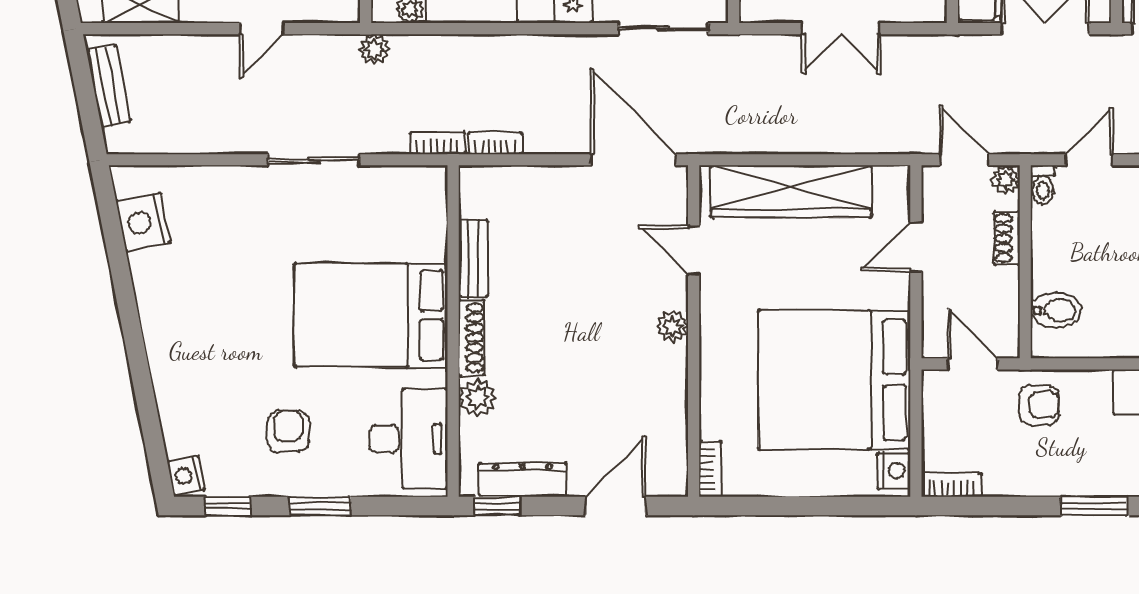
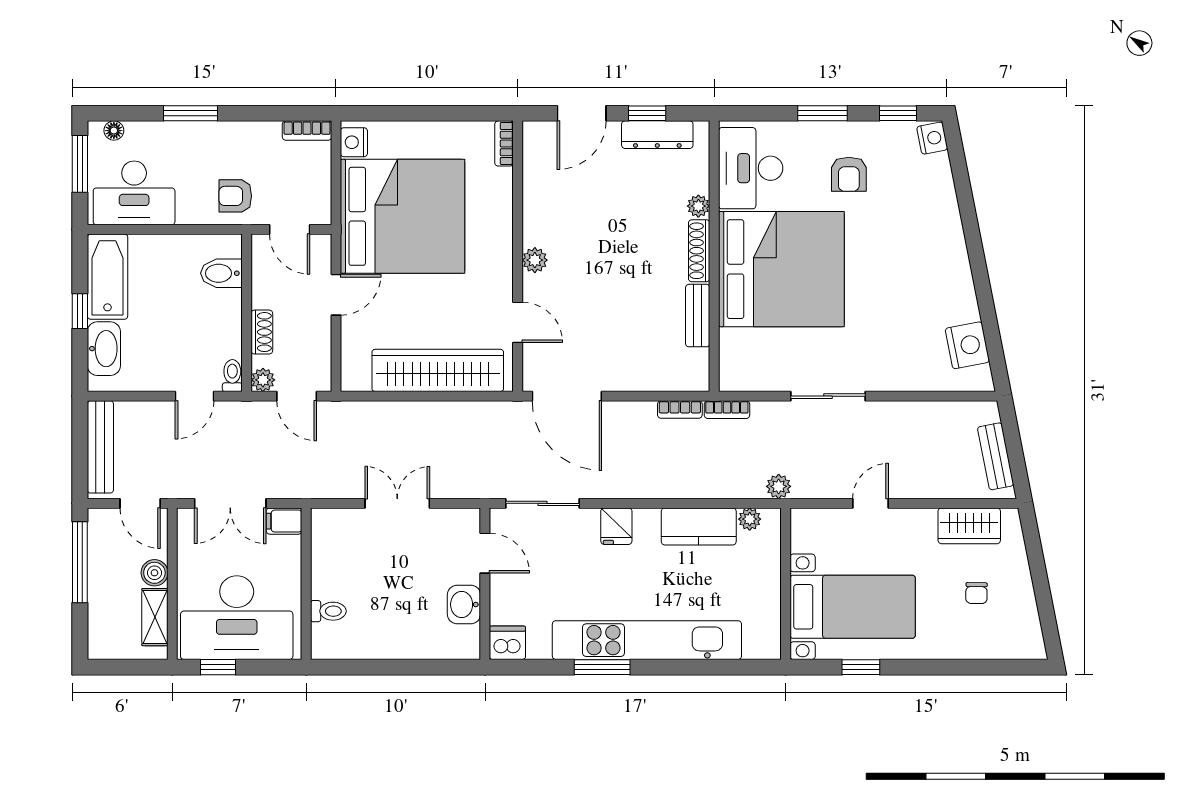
door: (916, 247) -> (336, 295), moved
bed: (371, 315) -> (781, 269), width x1.36
plant: (477, 398) -> (698, 206), width x0.73, depth x0.73
window: (497, 506) -> (647, 113), moved

